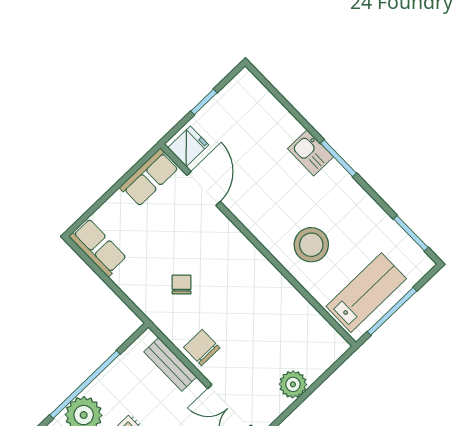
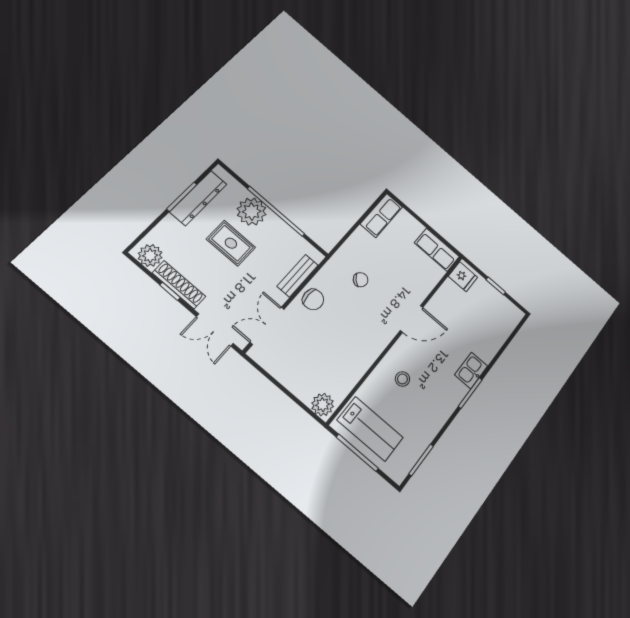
door: (204, 188) -> (412, 319), moved
stool: (311, 245) -> (402, 379), width x0.53, depth x0.53
chair: (202, 348) -> (313, 299), turned 90
plant: (293, 384) -> (323, 405), moved

